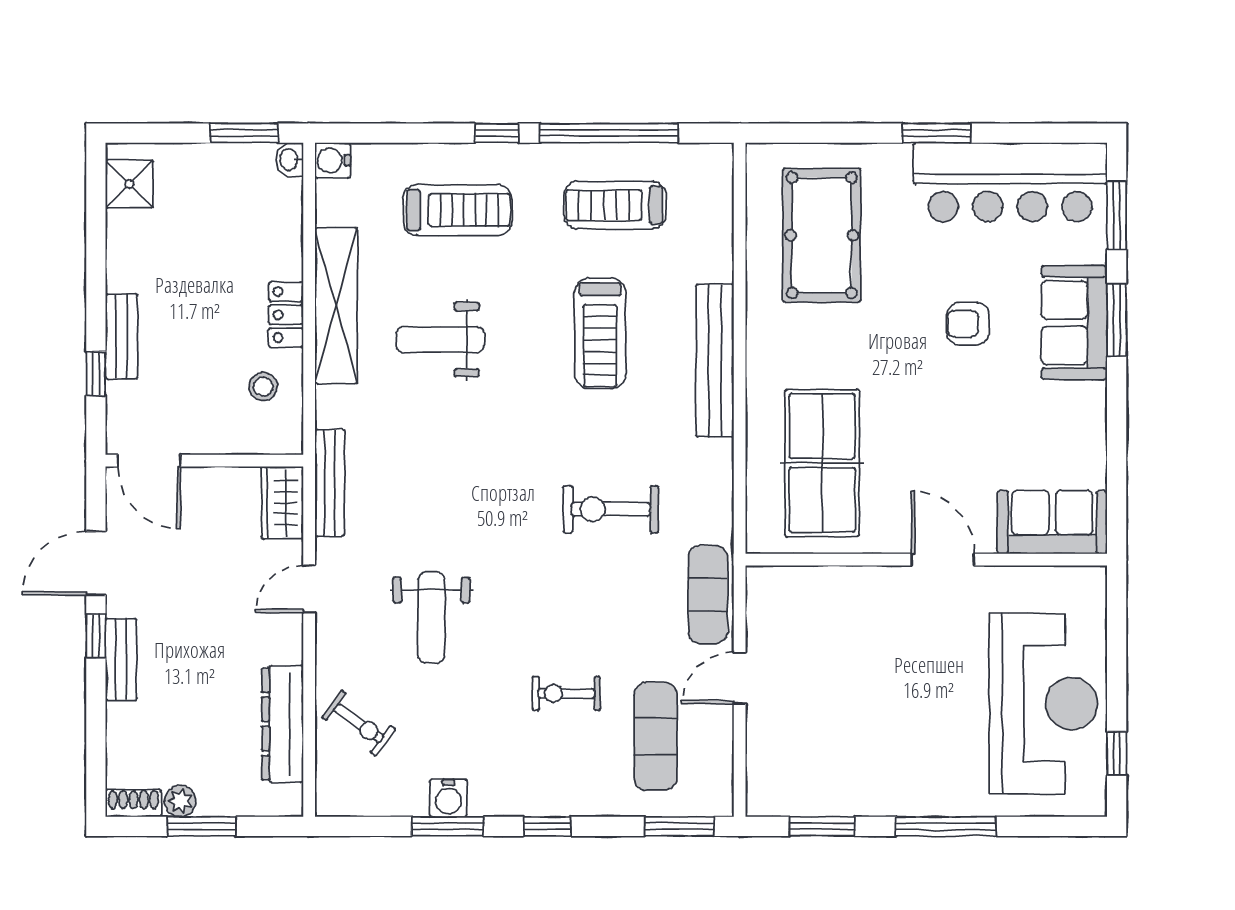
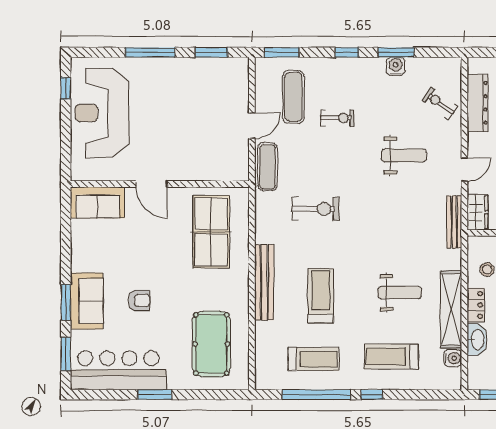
washbasin: (290, 160) -> (477, 340), moved, width x1.91, depth x1.45
water cooler: (333, 160) -> (453, 358), moved
weight bench: (432, 617) -> (404, 155), turned 90

